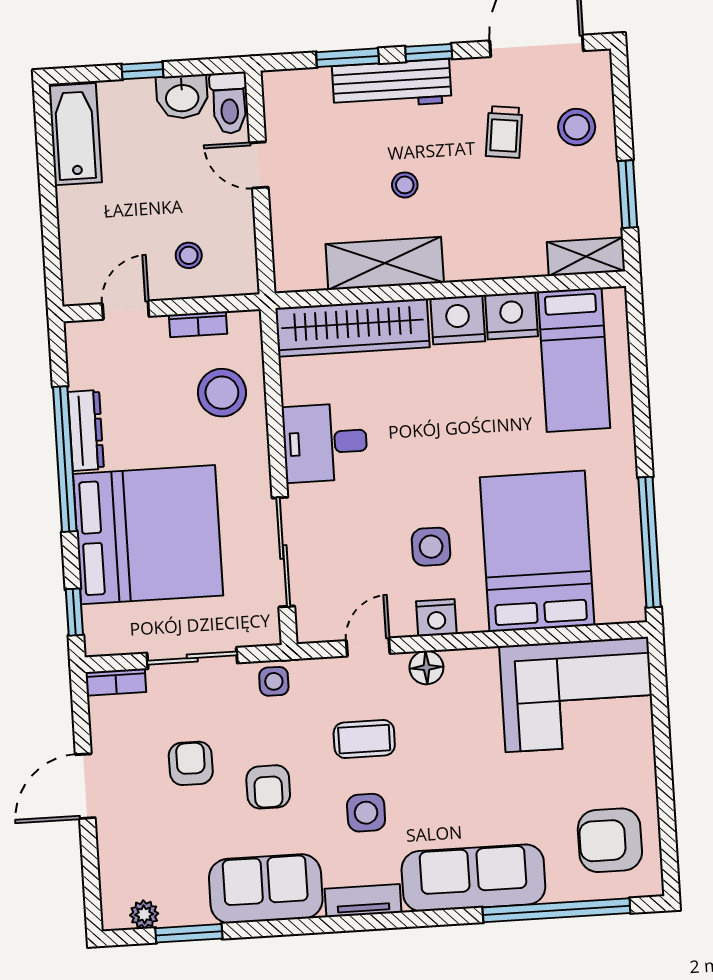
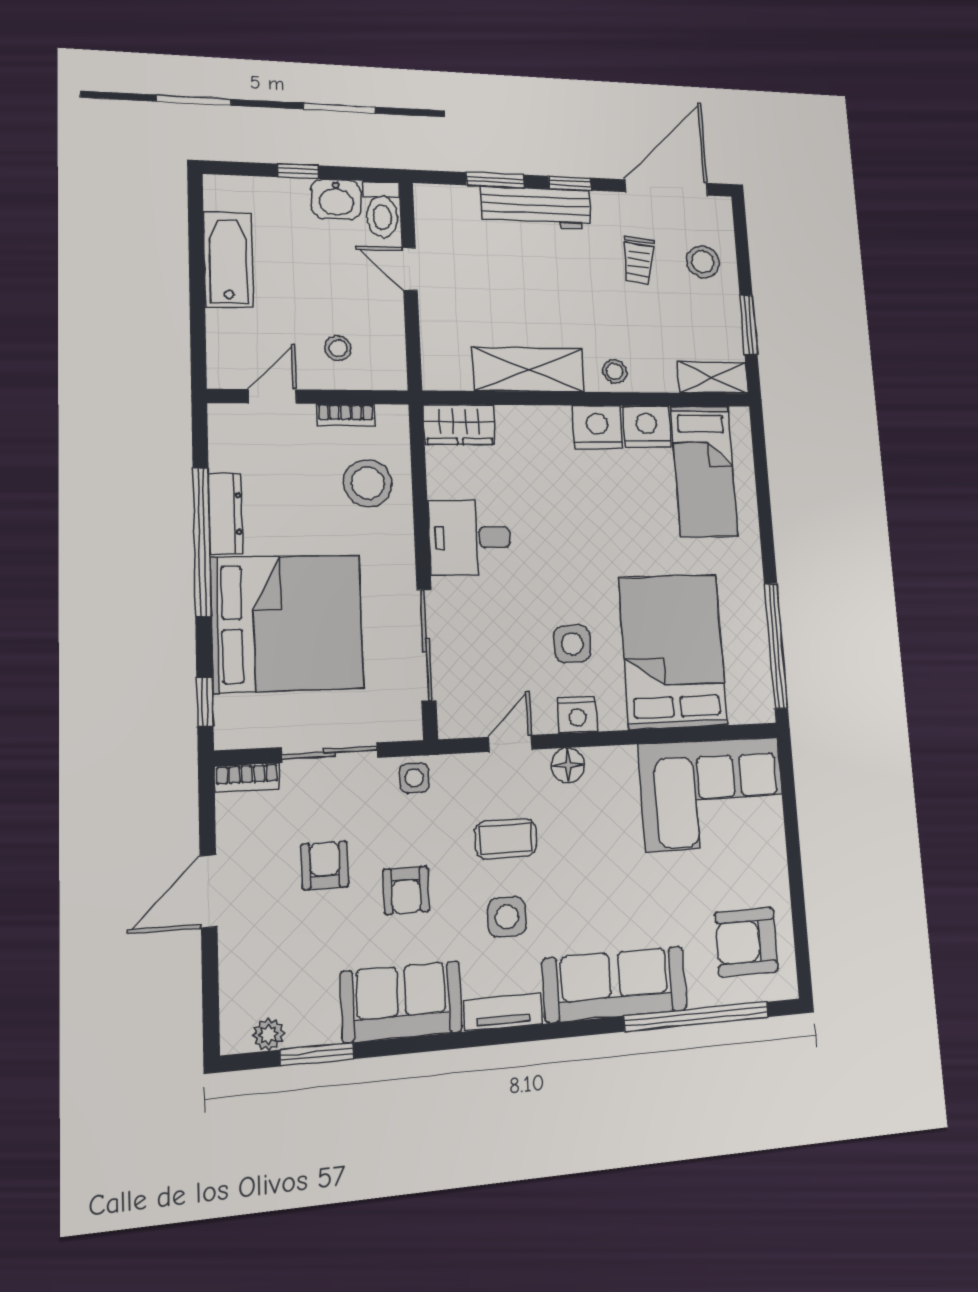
bathtub: (75, 134) -> (228, 260), moved
stool: (405, 185) -> (615, 371), moved
wardrobe: (353, 328) -> (459, 425), width x0.48, depth x0.85

